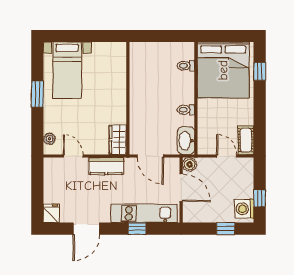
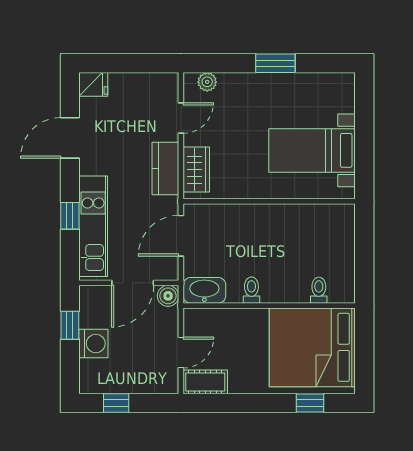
bed with nightstands: (67, 70) -> (312, 150), moved
wardrobe: (118, 140) -> (196, 170), moved, turned 90
washing machine: (244, 209) -> (93, 344), moved, turned 90
door: (86, 229) -> (70, 138), hinge flipped
window: (226, 229) -> (70, 325), moved

